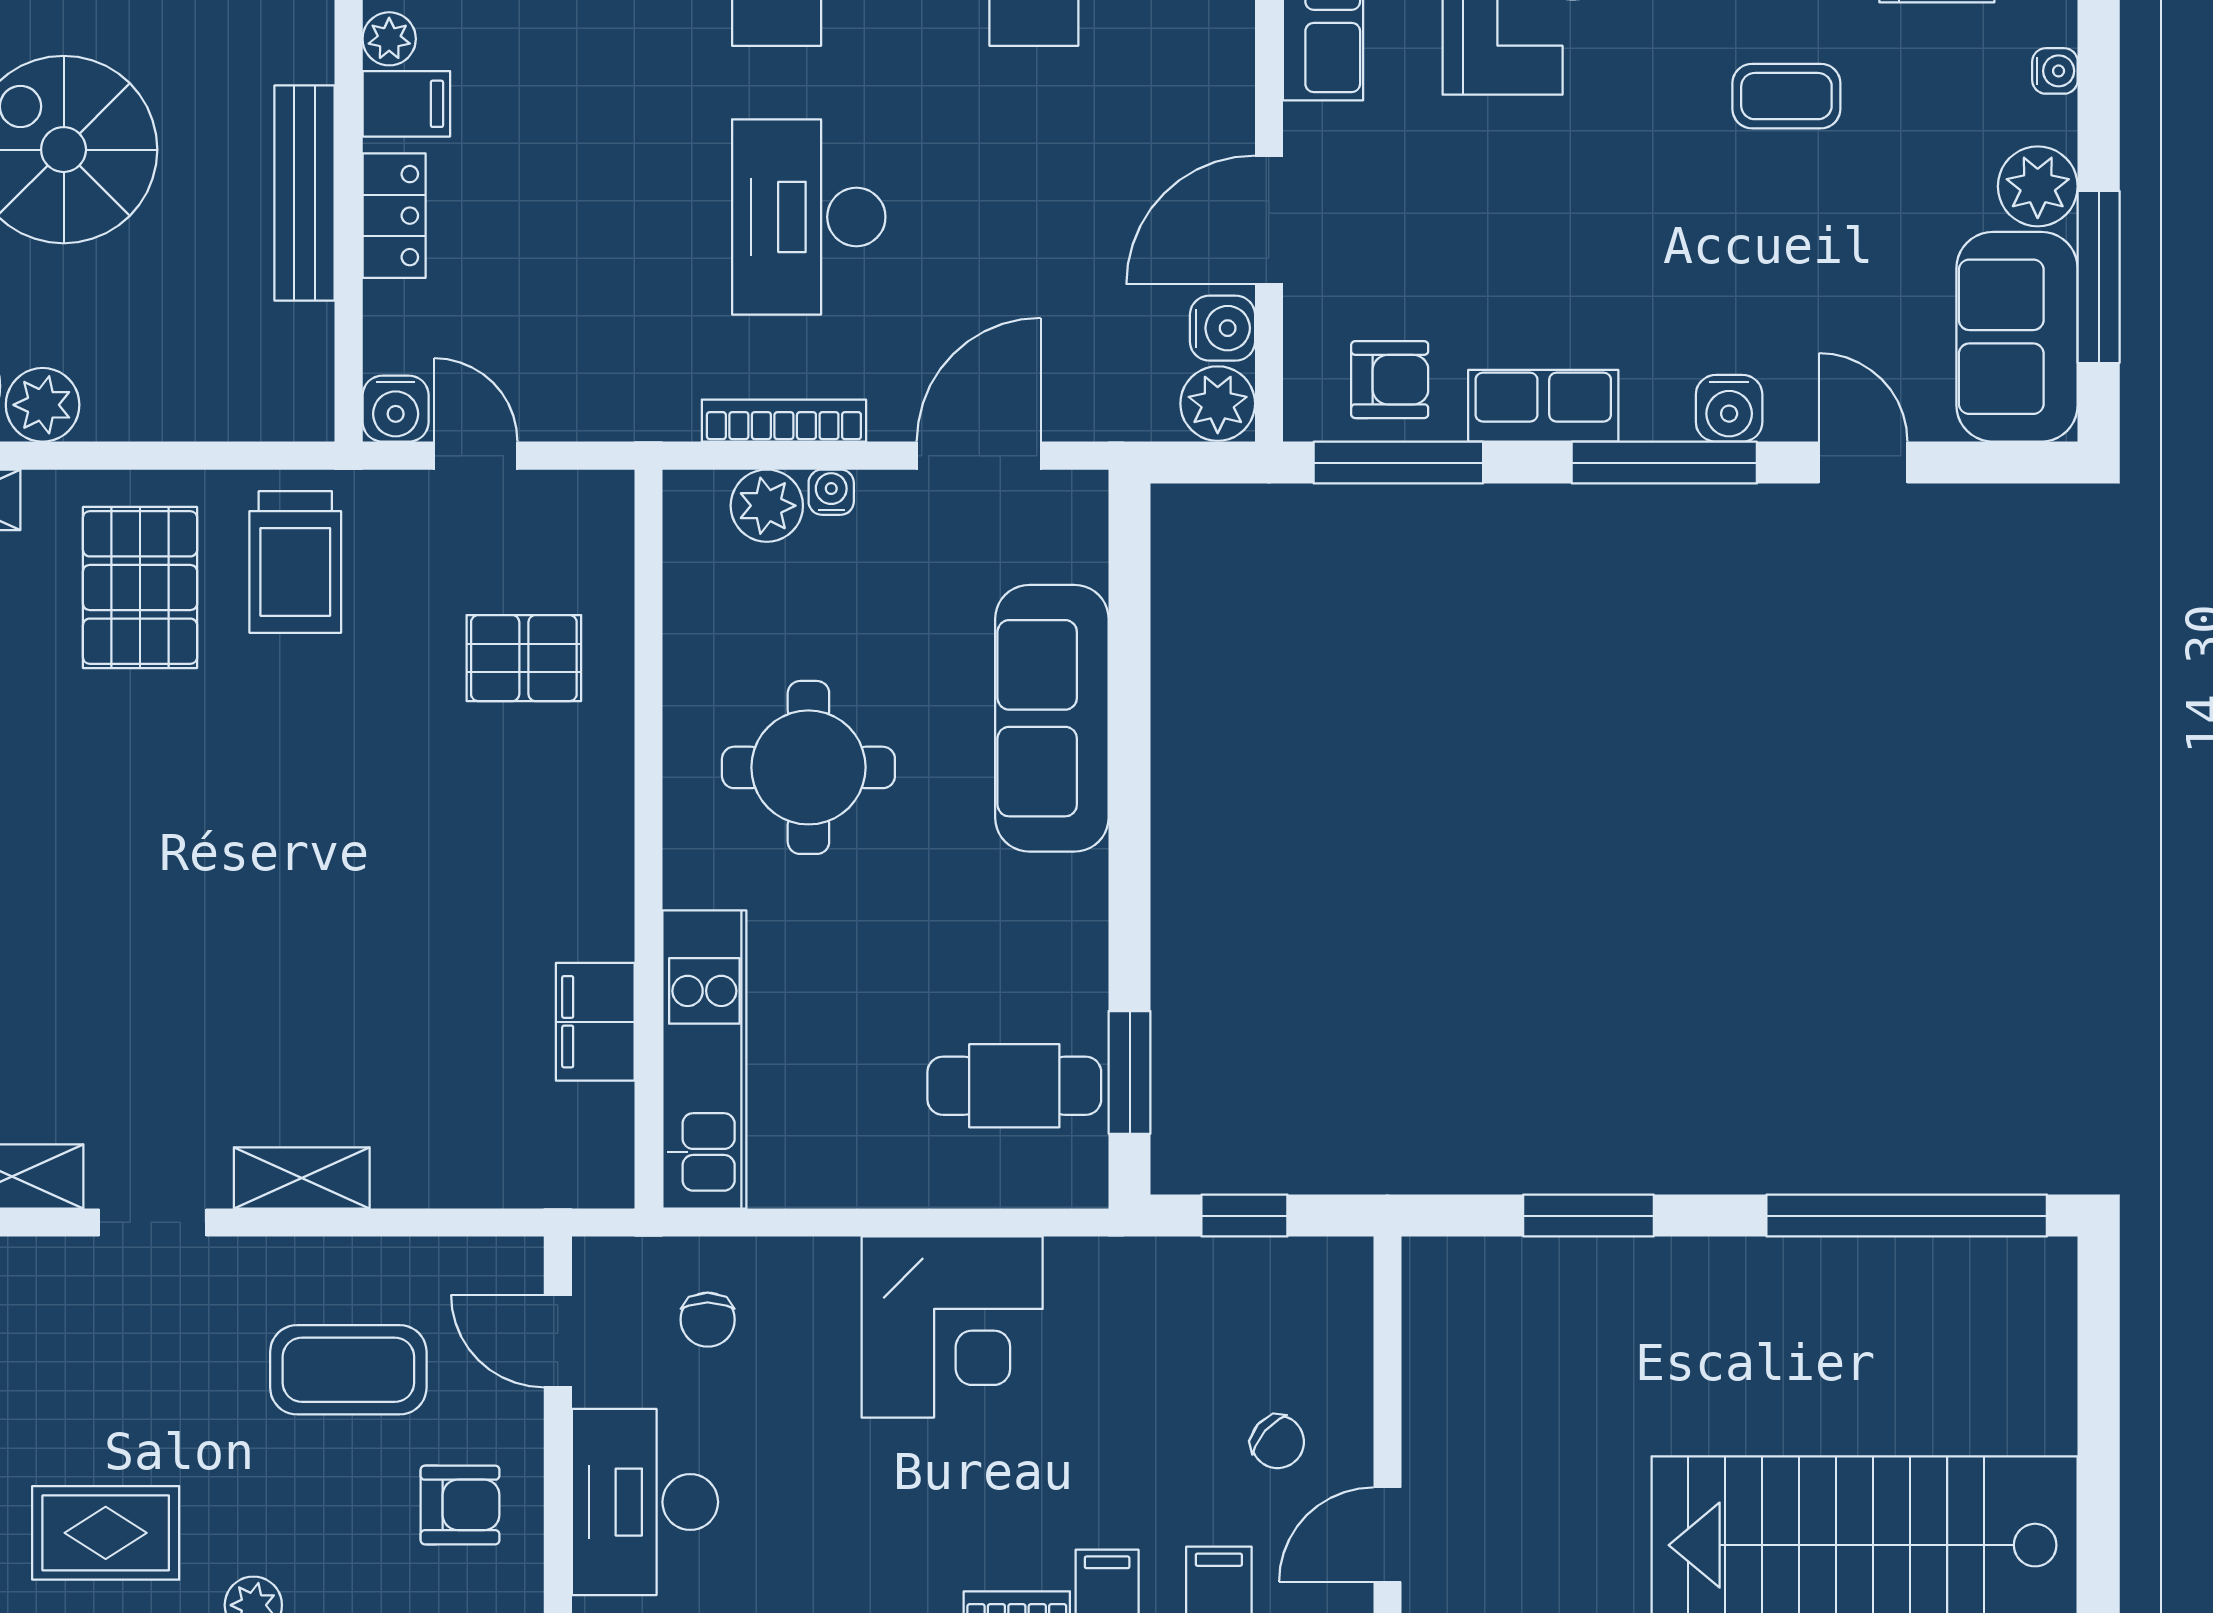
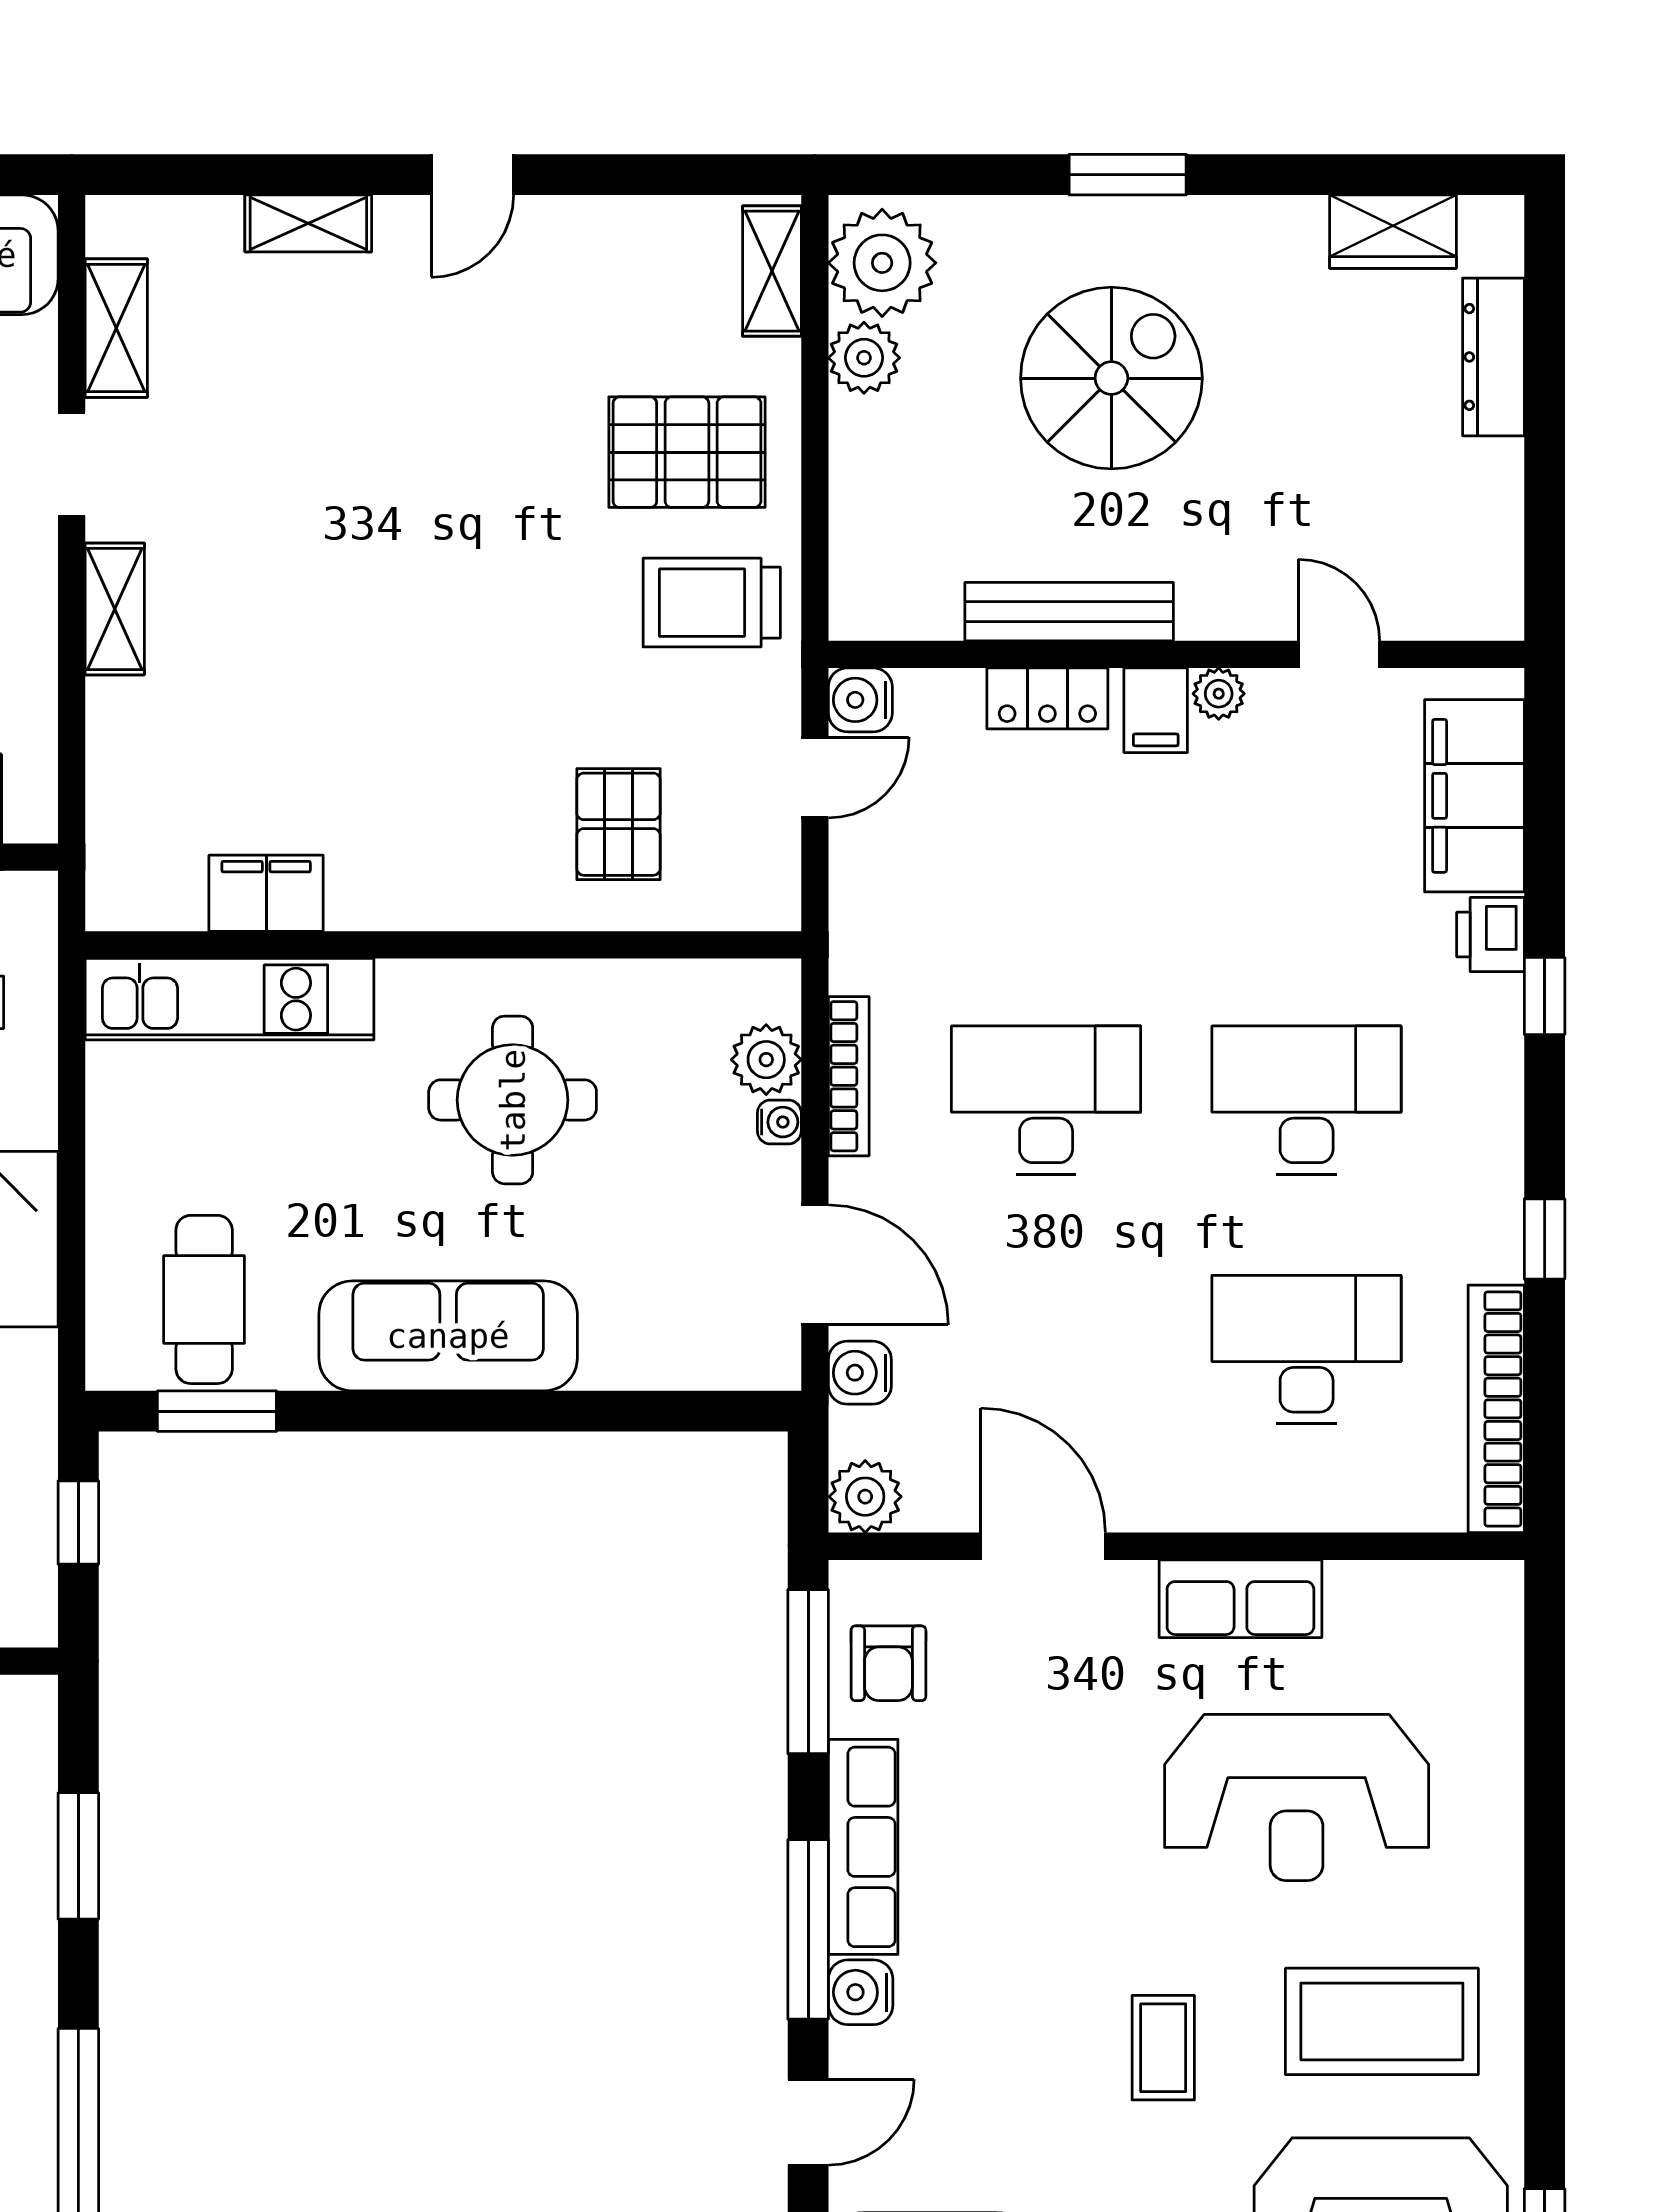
water cooler: (1222, 328) -> (860, 1373), moved, turned 90
row of seats: (1543, 406) -> (863, 1847), width x1.48
sofa: (1052, 718) -> (448, 1336), moved

